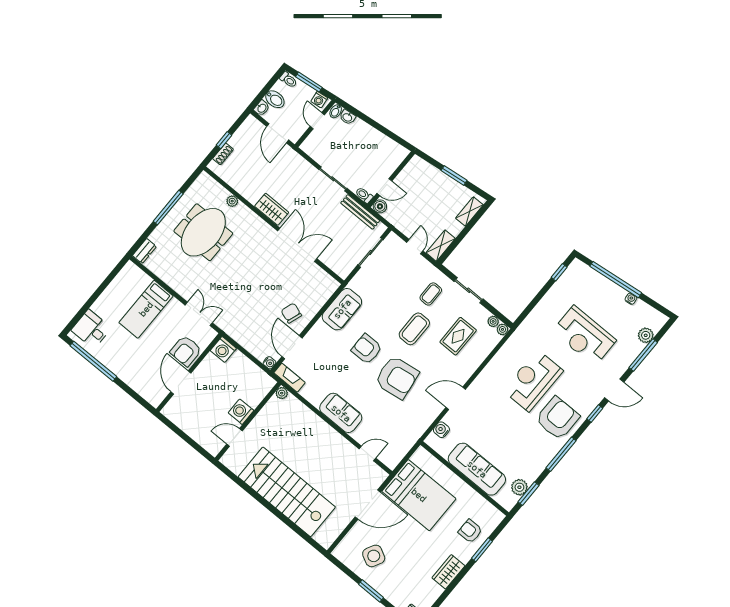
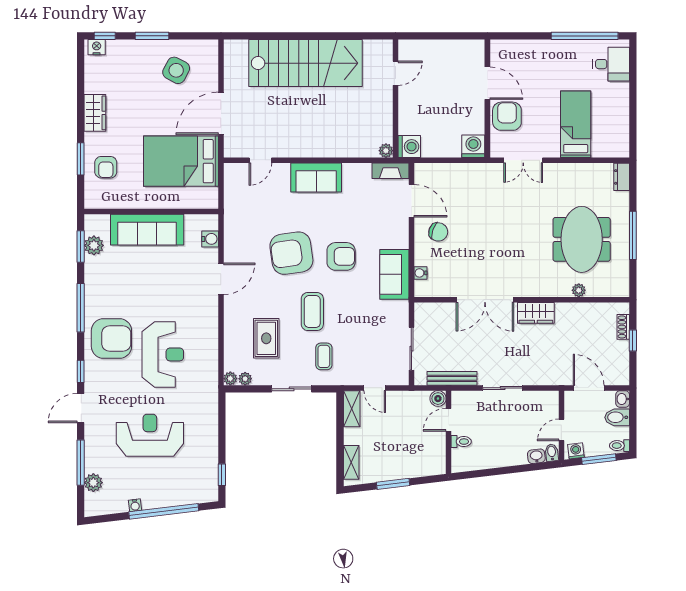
door: (317, 121) -> (561, 430), swing flipped
toilet: (364, 195) -> (461, 442), moved
water cooler: (269, 363) -> (420, 273), moved
washing machine: (241, 412) -> (409, 147), moved
armchair: (558, 418) -> (111, 338), turned -90
armchair: (470, 531) -> (106, 167), turned 90

